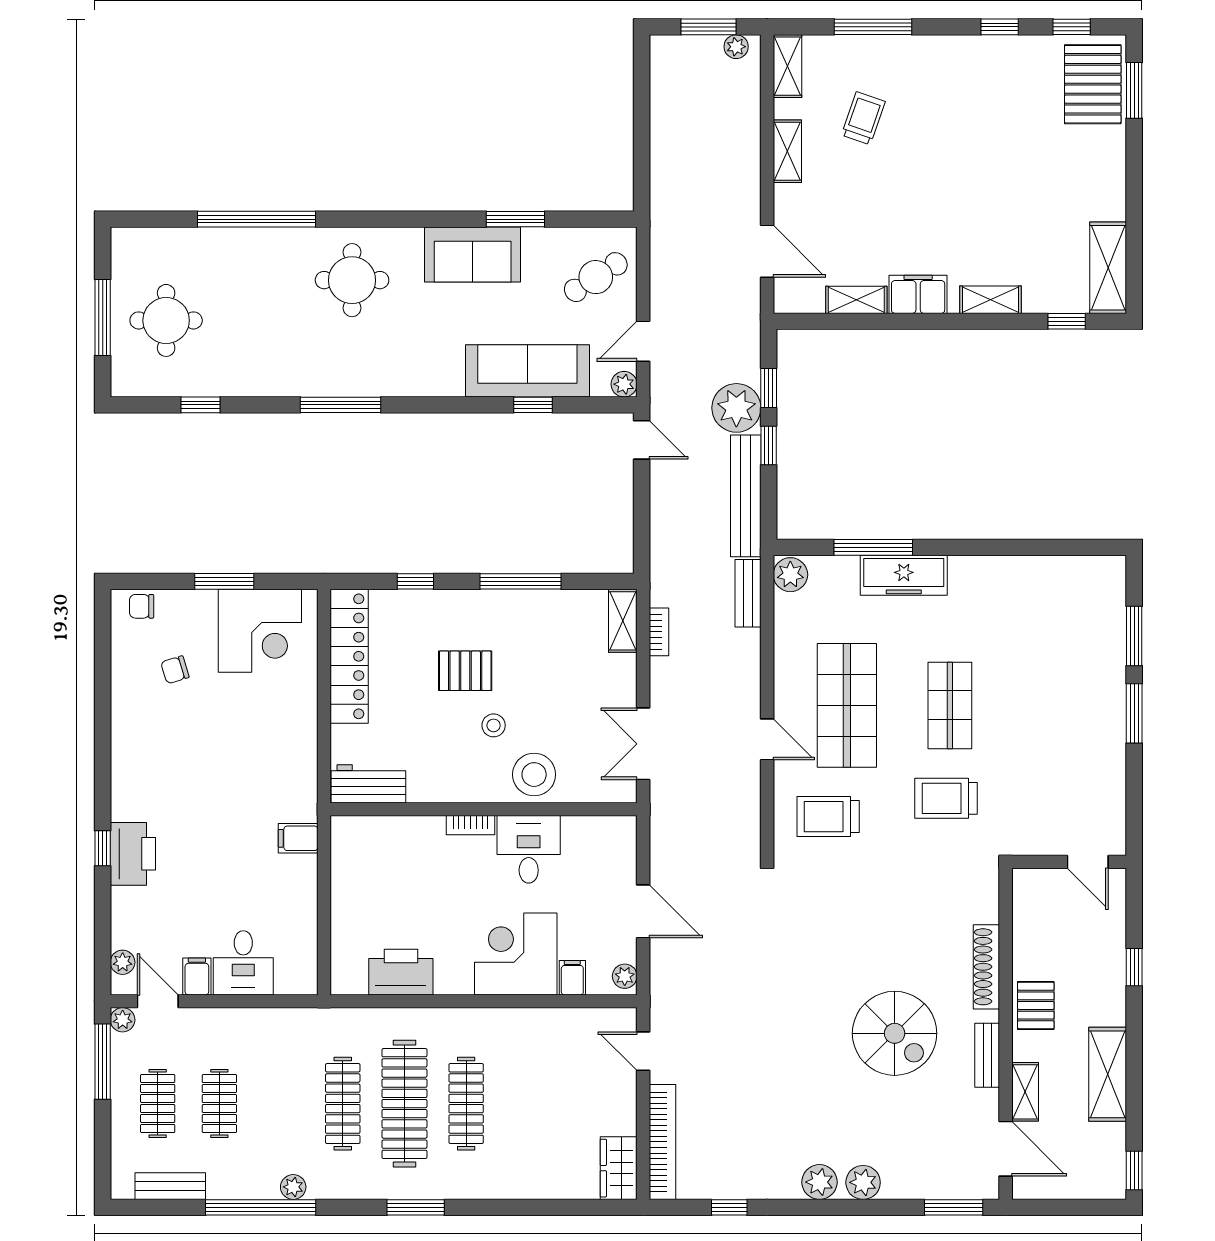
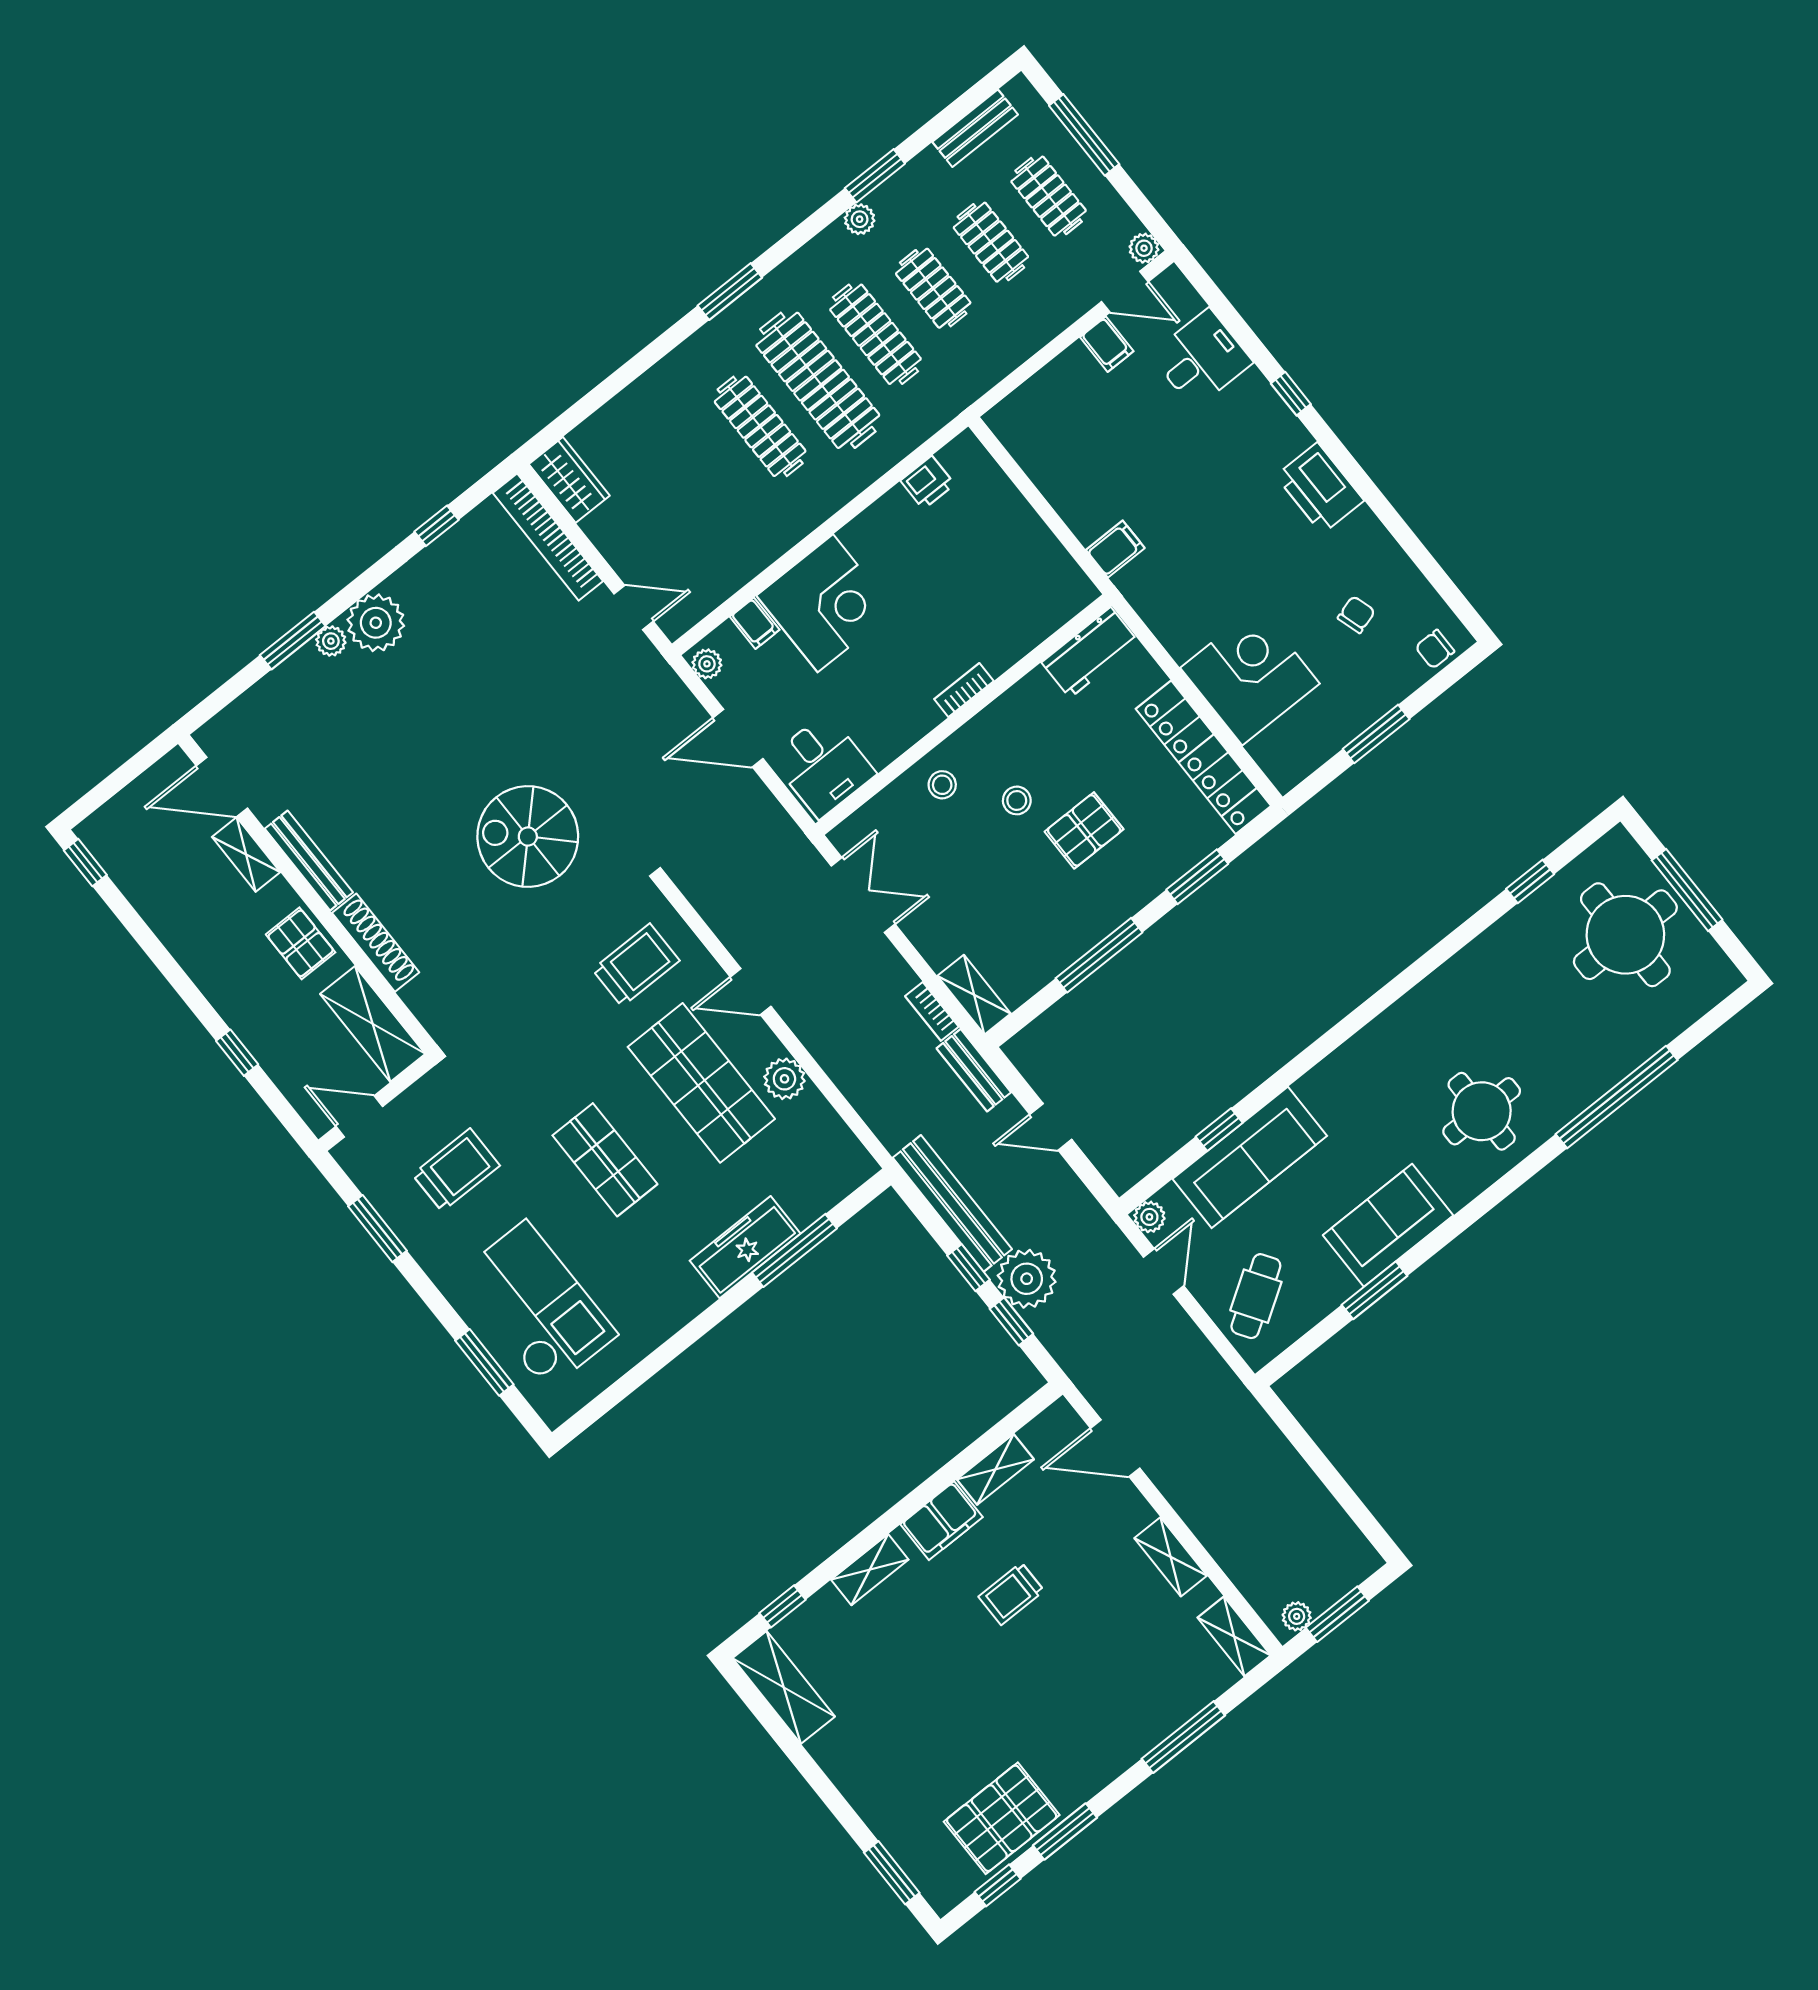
window: (1000, 27) -> (1065, 1832), width x1.50
pallet: (1093, 84) -> (1002, 1818), moved, turned 90
trolley: (863, 118) -> (1011, 1594), moved, turned 71
round table: (166, 320) -> (1625, 935), width x1.36, depth x1.36
window: (340, 405) -> (1399, 986), removed
door: (642, 440) -> (1051, 1127), moved
plant: (790, 575) -> (784, 1079), moved
window: (415, 581) -> (1197, 877), width x1.50
bench: (748, 593) -> (974, 1070), moved
chair: (142, 606) -> (1435, 649), turned 180
corner desk: (260, 631) -> (1250, 676), moved, turned 90
checkout: (1071, 646) -> (536, 1305), added
window: (1134, 713) -> (378, 1229), moved
stool: (534, 775) -> (942, 785), width x0.53, depth x0.53
trolley: (946, 798) -> (456, 1170), moved
desk: (529, 849) -> (823, 766), moved
printer: (133, 854) -> (1320, 488), moved
plant: (123, 962) -> (1187, 302), removed
desk: (243, 963) -> (1202, 359), moved, turned 90
printer: (401, 972) -> (928, 482), width x0.53, depth x0.68
spiral stairs: (895, 1033) -> (528, 836), moved
bench: (987, 1055) -> (309, 860), width x1.36
window: (103, 1062) -> (1084, 135), moved
shelving: (1108, 1074) -> (373, 1024), moved
clothes rail: (281, 1104) -> (933, 288), added
plant: (820, 1182) -> (376, 623), width x1.36, depth x1.36
plant: (863, 1182) -> (331, 641), width x0.73, depth x0.73
window: (261, 1207) -> (875, 176), width x0.47
window: (954, 1207) -> (293, 641), moved

